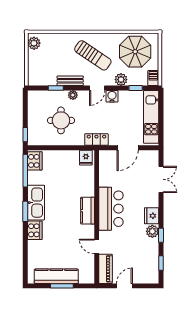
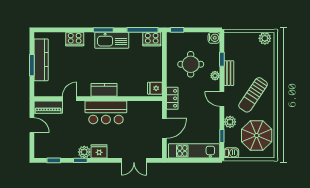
water cooler: (112, 96) -> (214, 38), moved
door: (128, 148) -> (164, 128), swing flipped
cooker: (35, 230) -> (75, 39), moved

